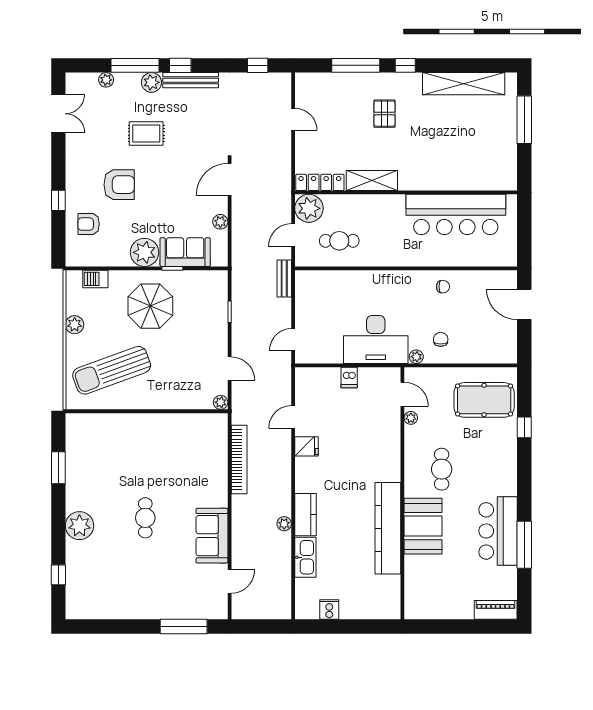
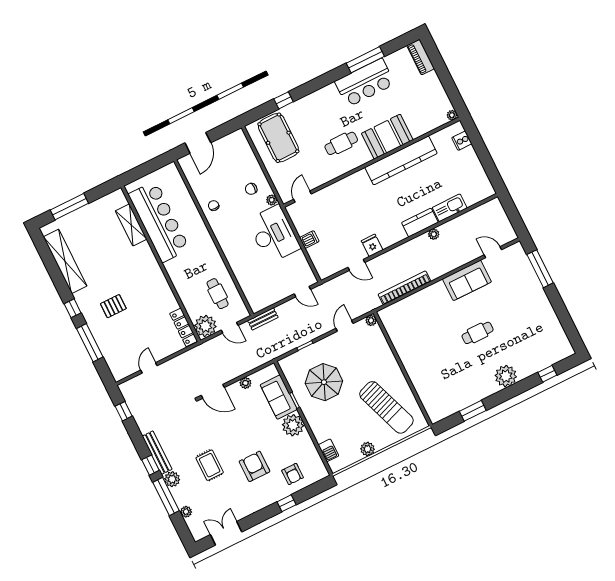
shelving: (372, 180) -> (131, 225), moved
parasol: (150, 306) -> (324, 382), moved
plant: (411, 418) -> (452, 115), moved
cooker: (329, 610) -> (462, 141), moved

